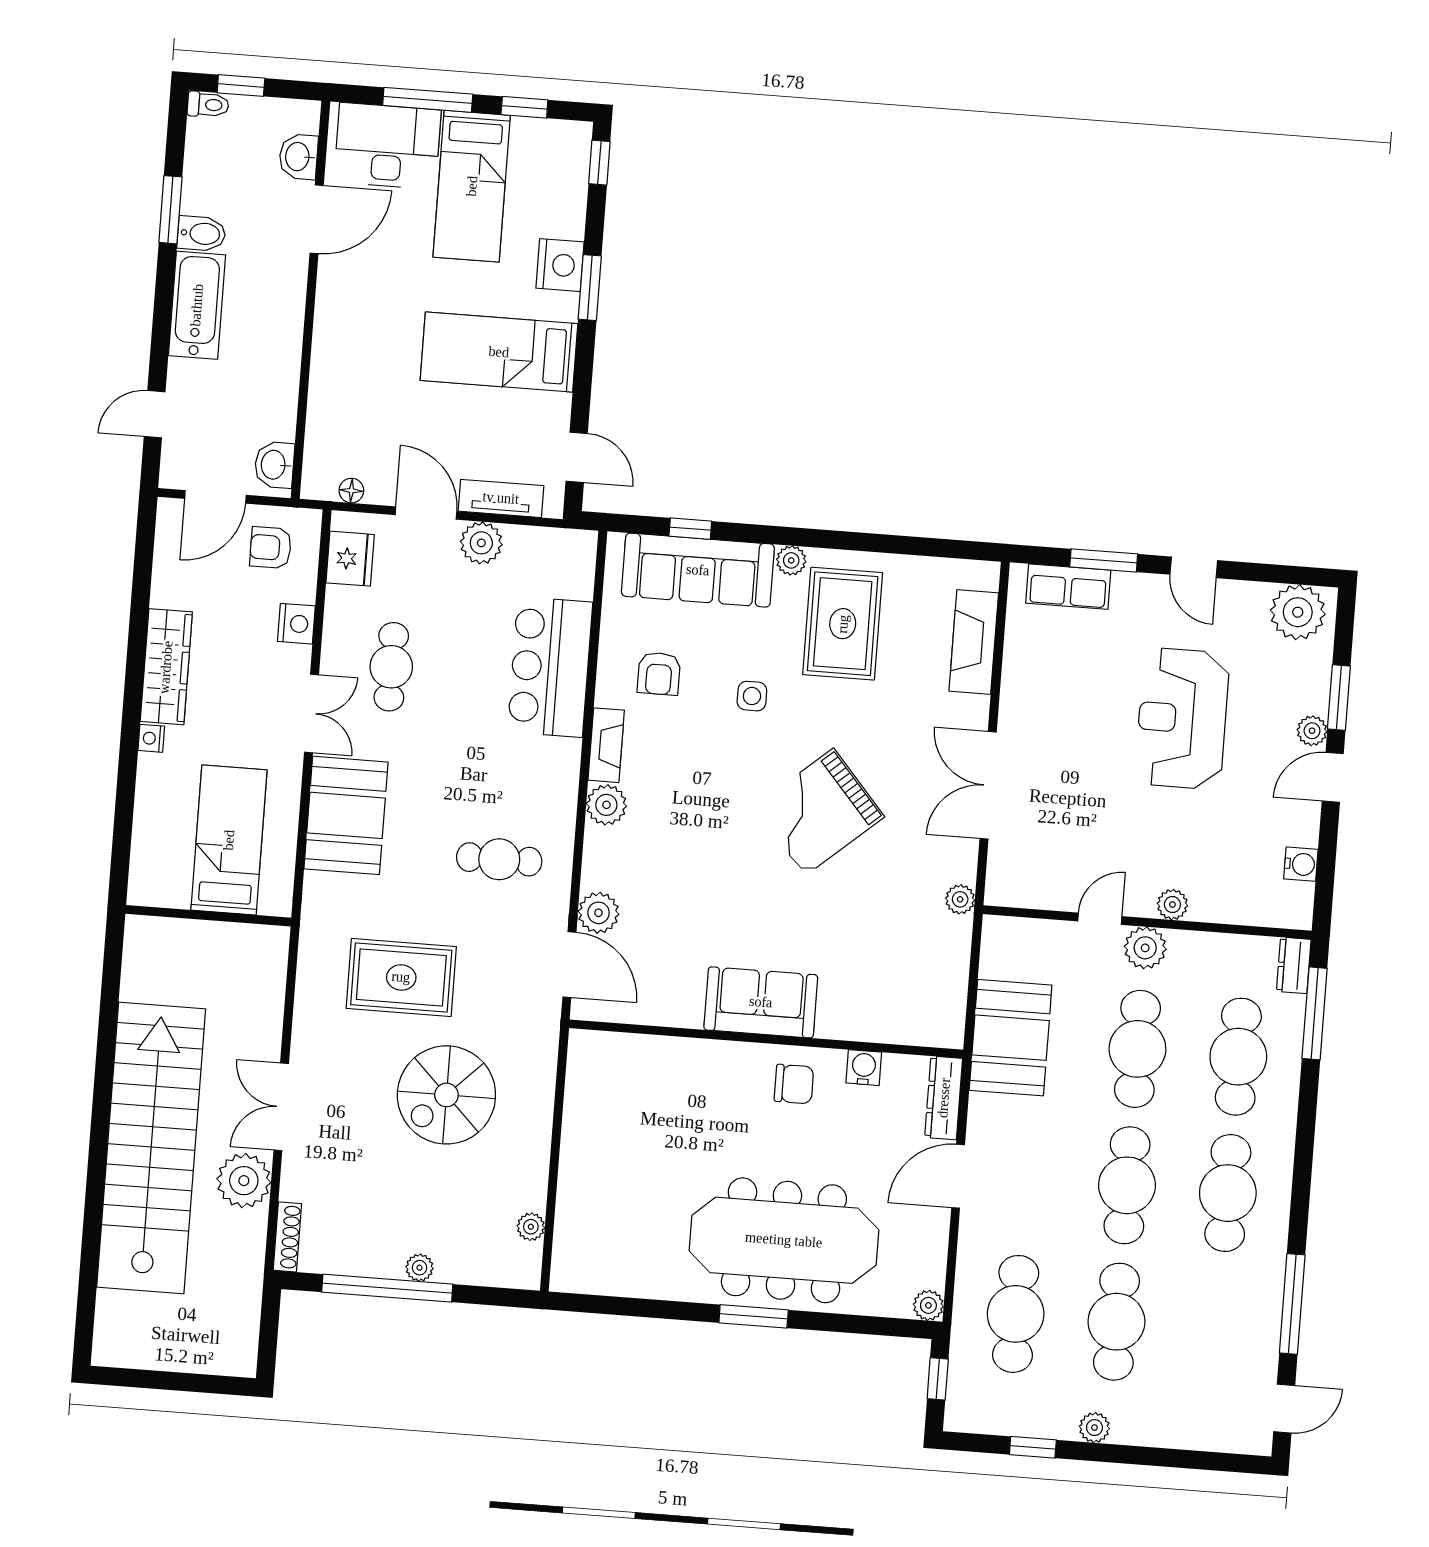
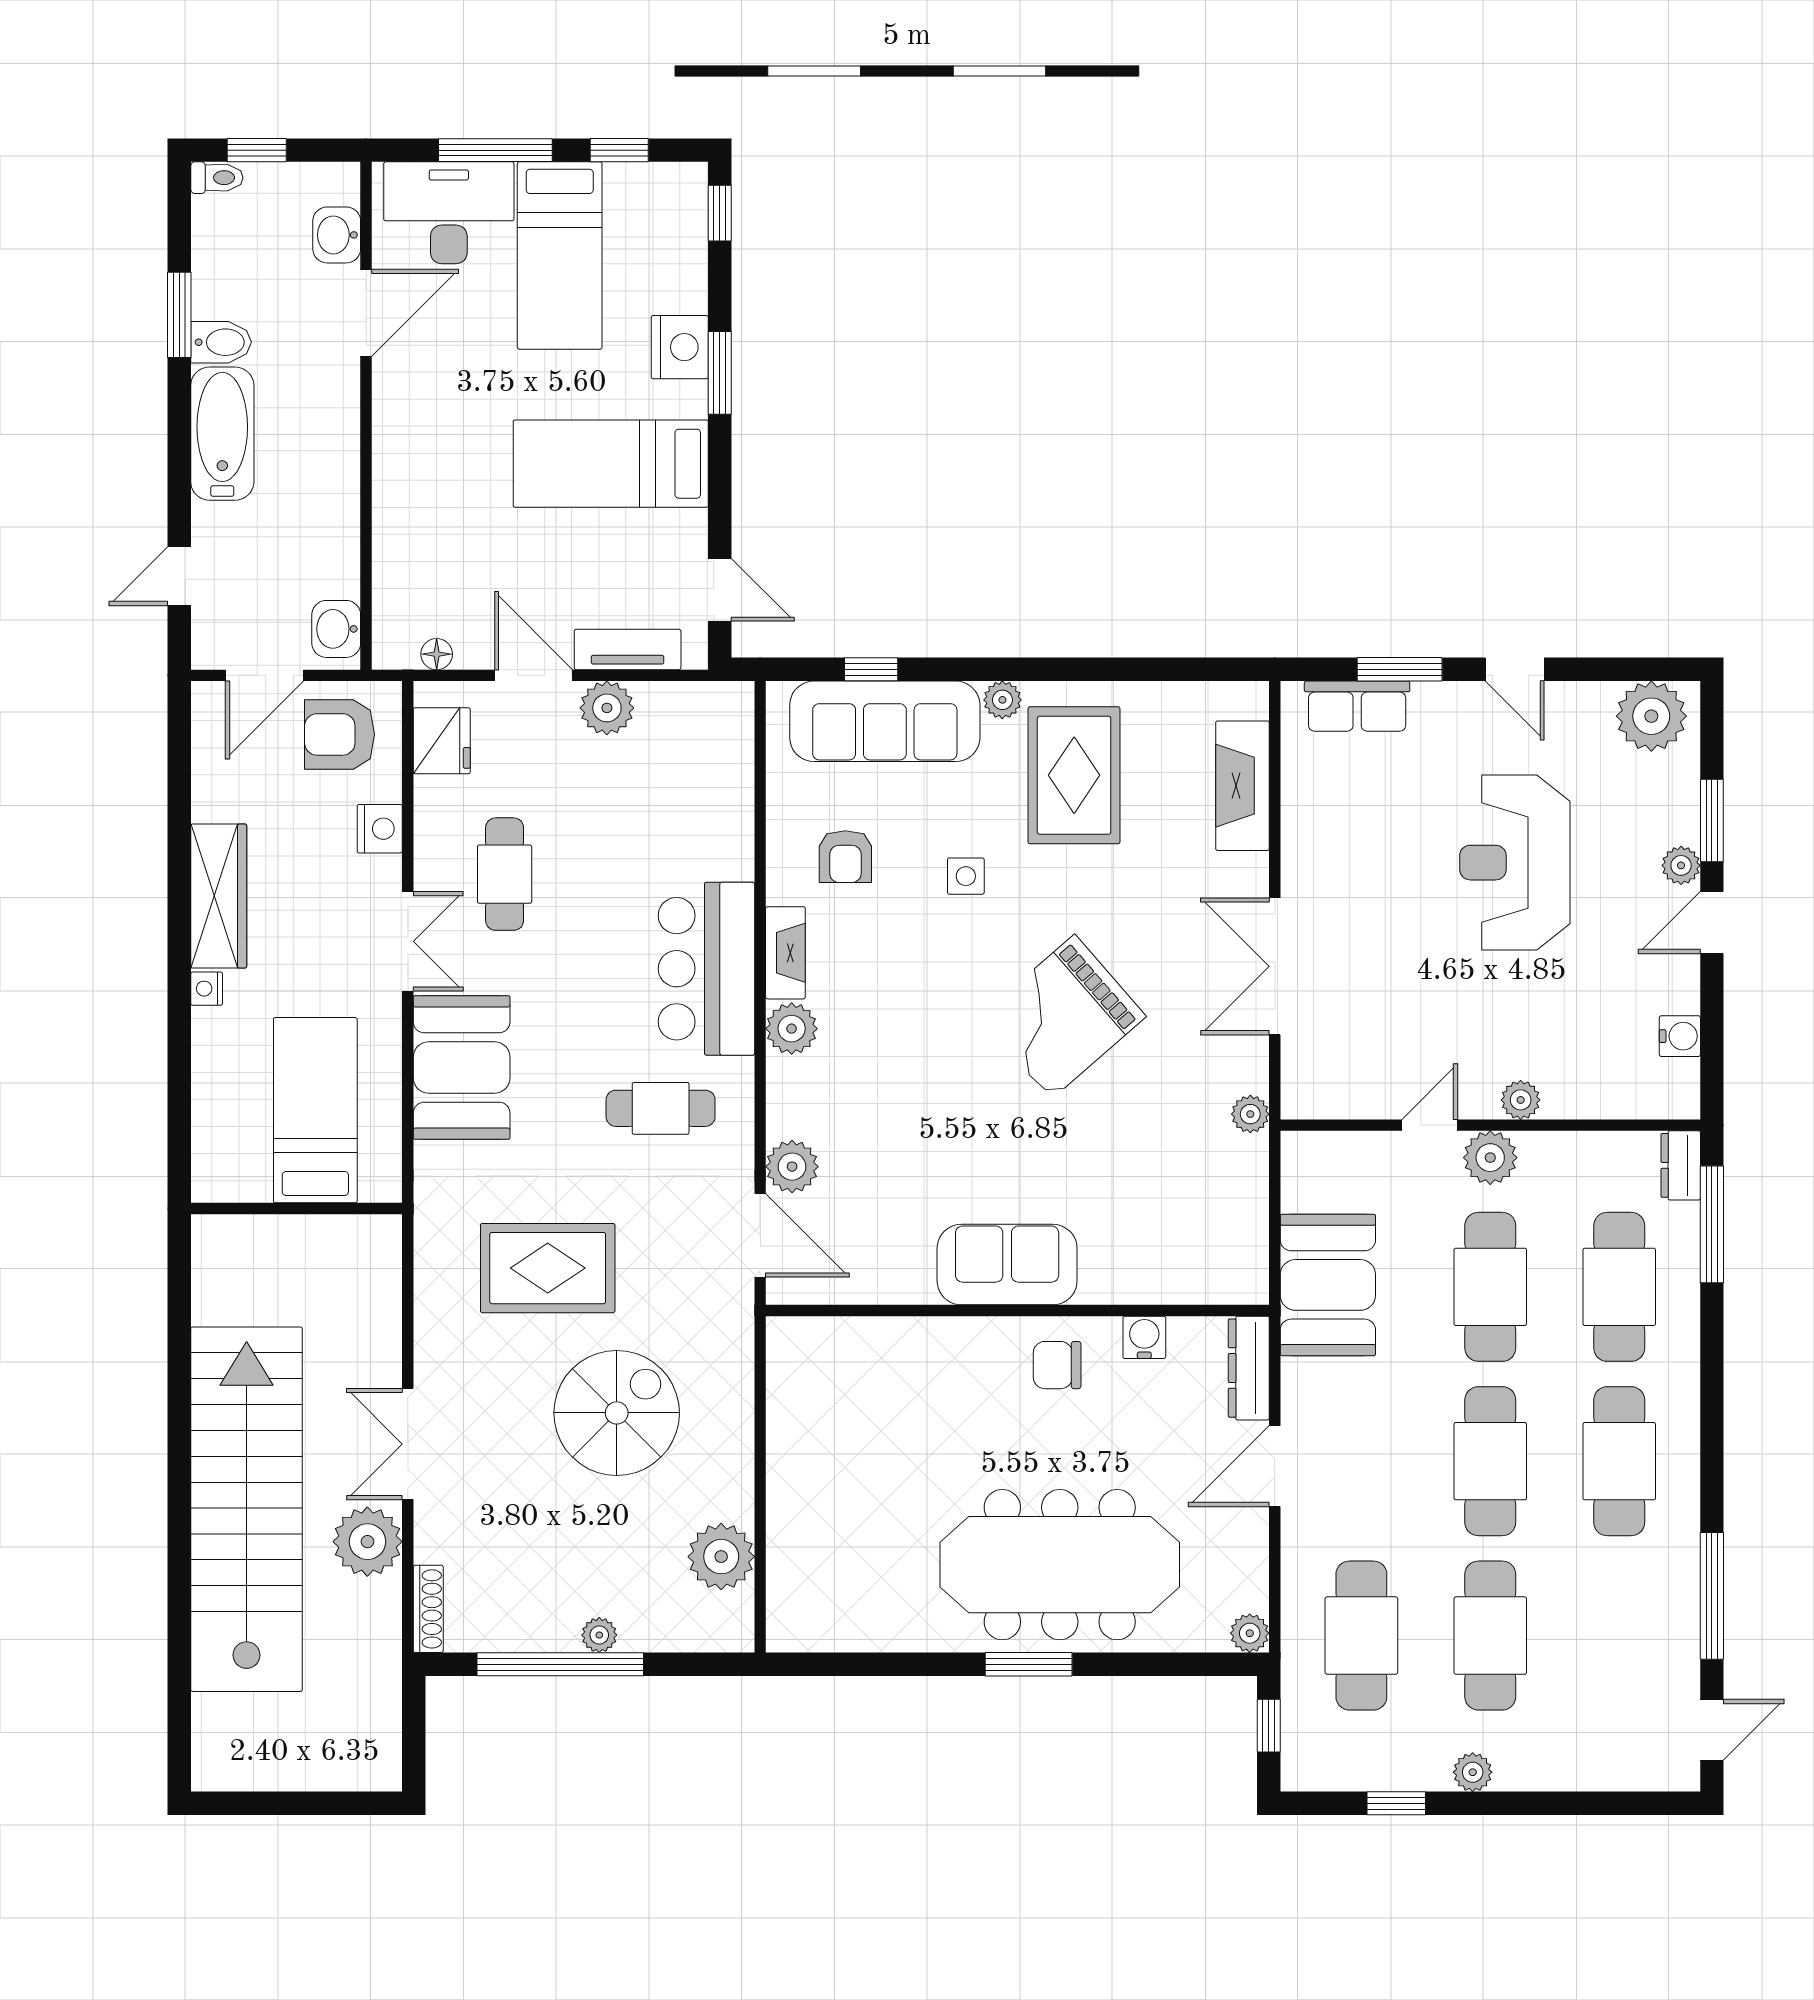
armchair: (271, 548) -> (340, 734), width x1.38, depth x1.38
bar counter: (550, 667) -> (706, 969), moved
chair: (794, 1084) -> (1057, 1365), turned 180
spiral stairs: (446, 1095) -> (617, 1413), turned 180
plant: (531, 1227) -> (721, 1557), width x1.87, depth x1.87

